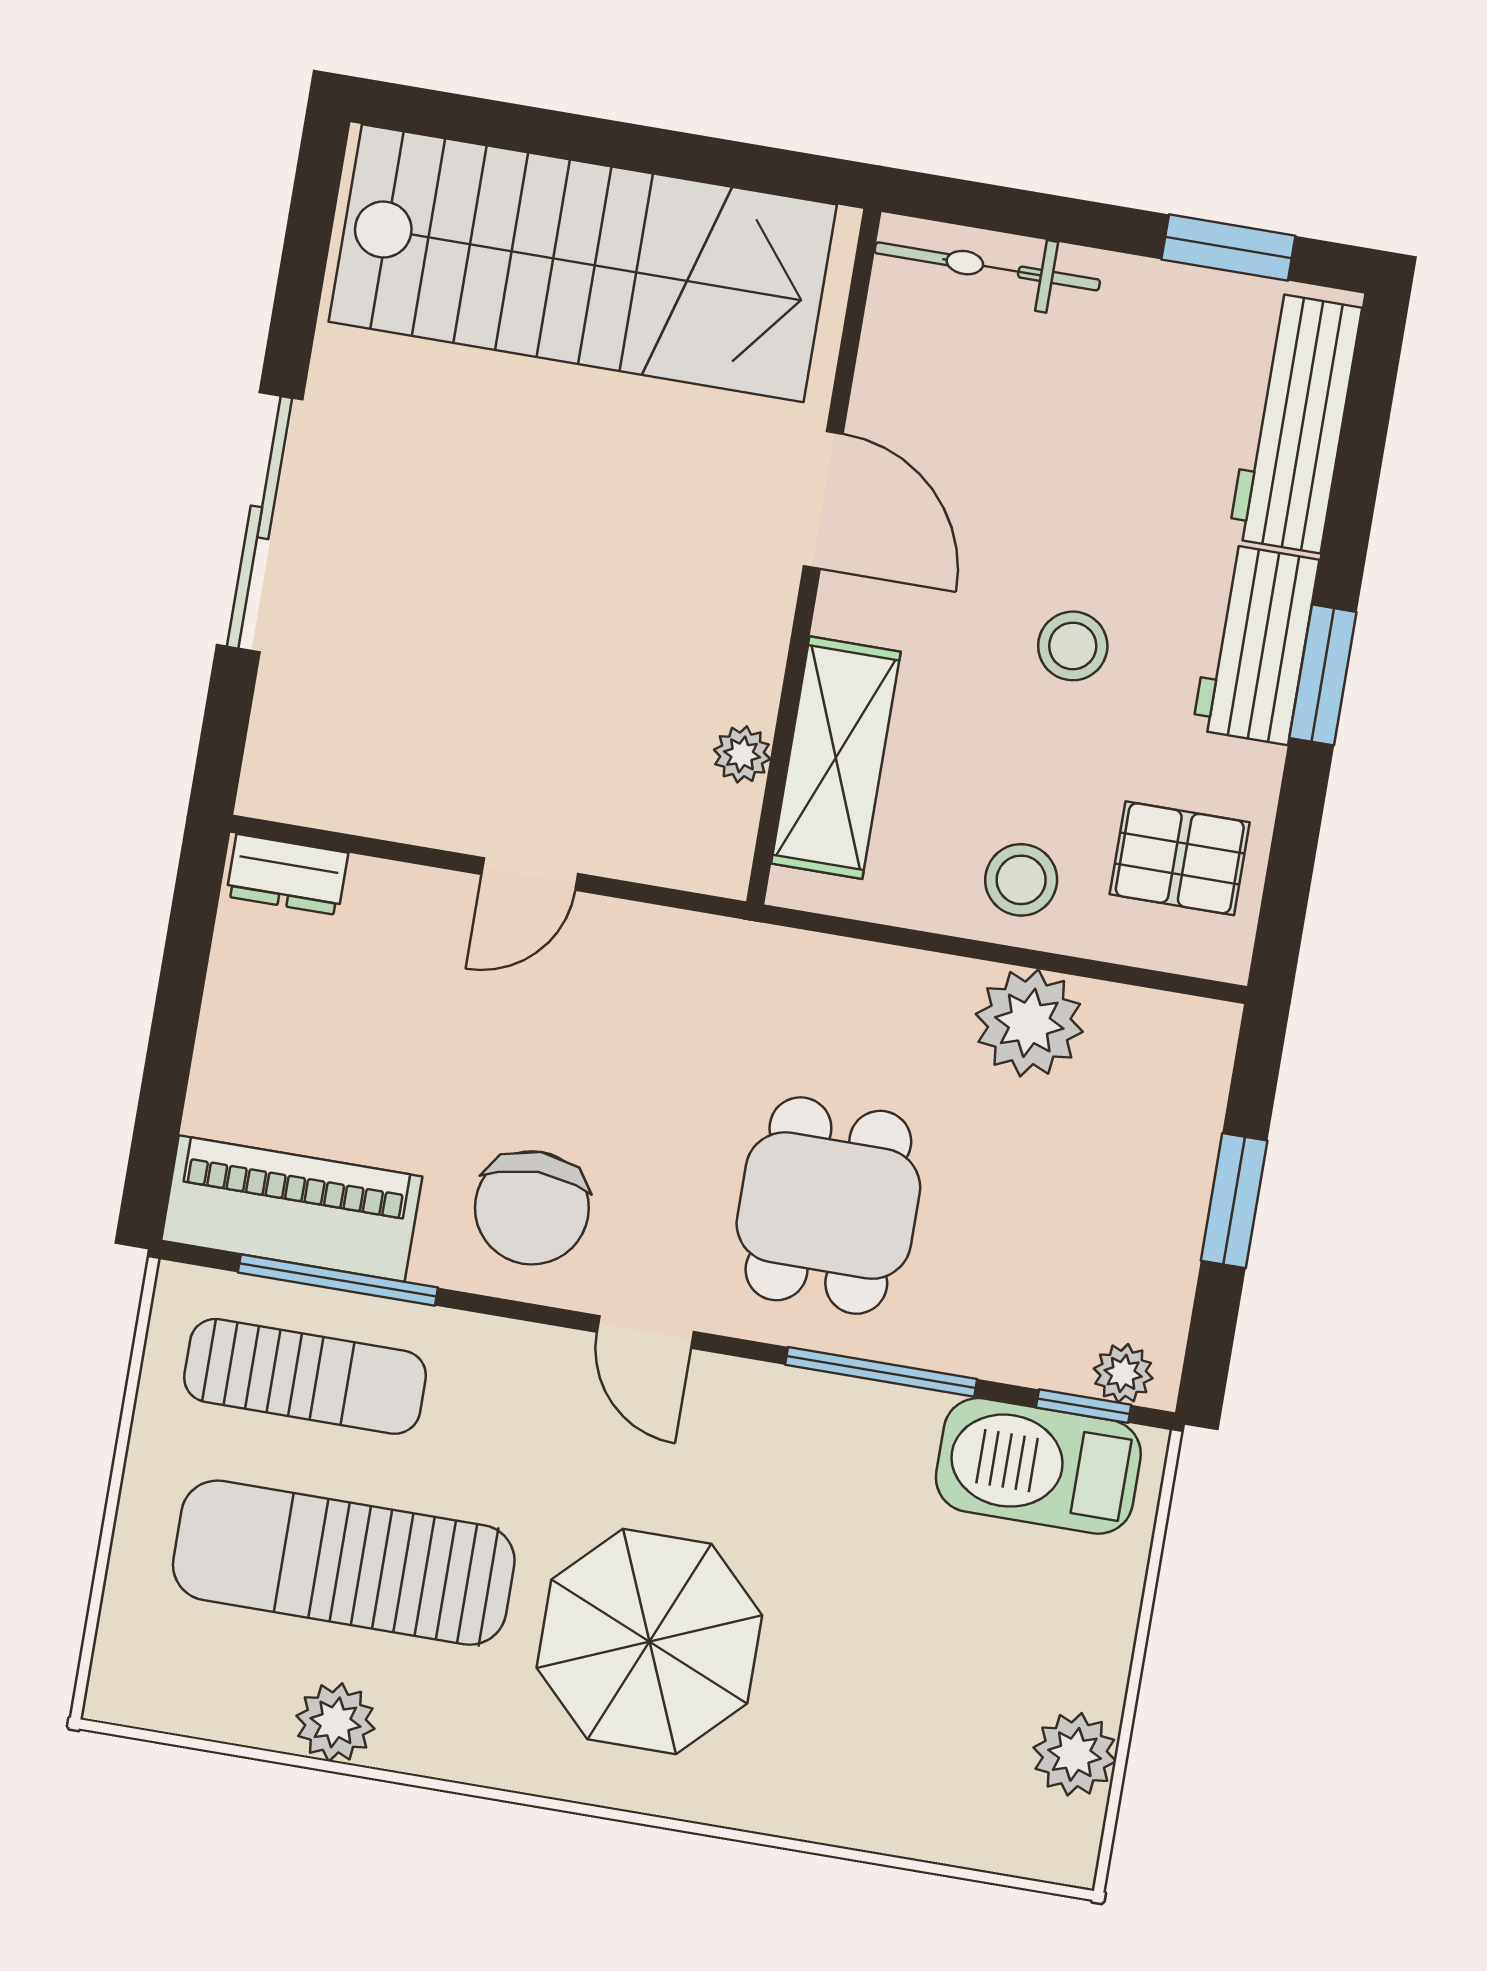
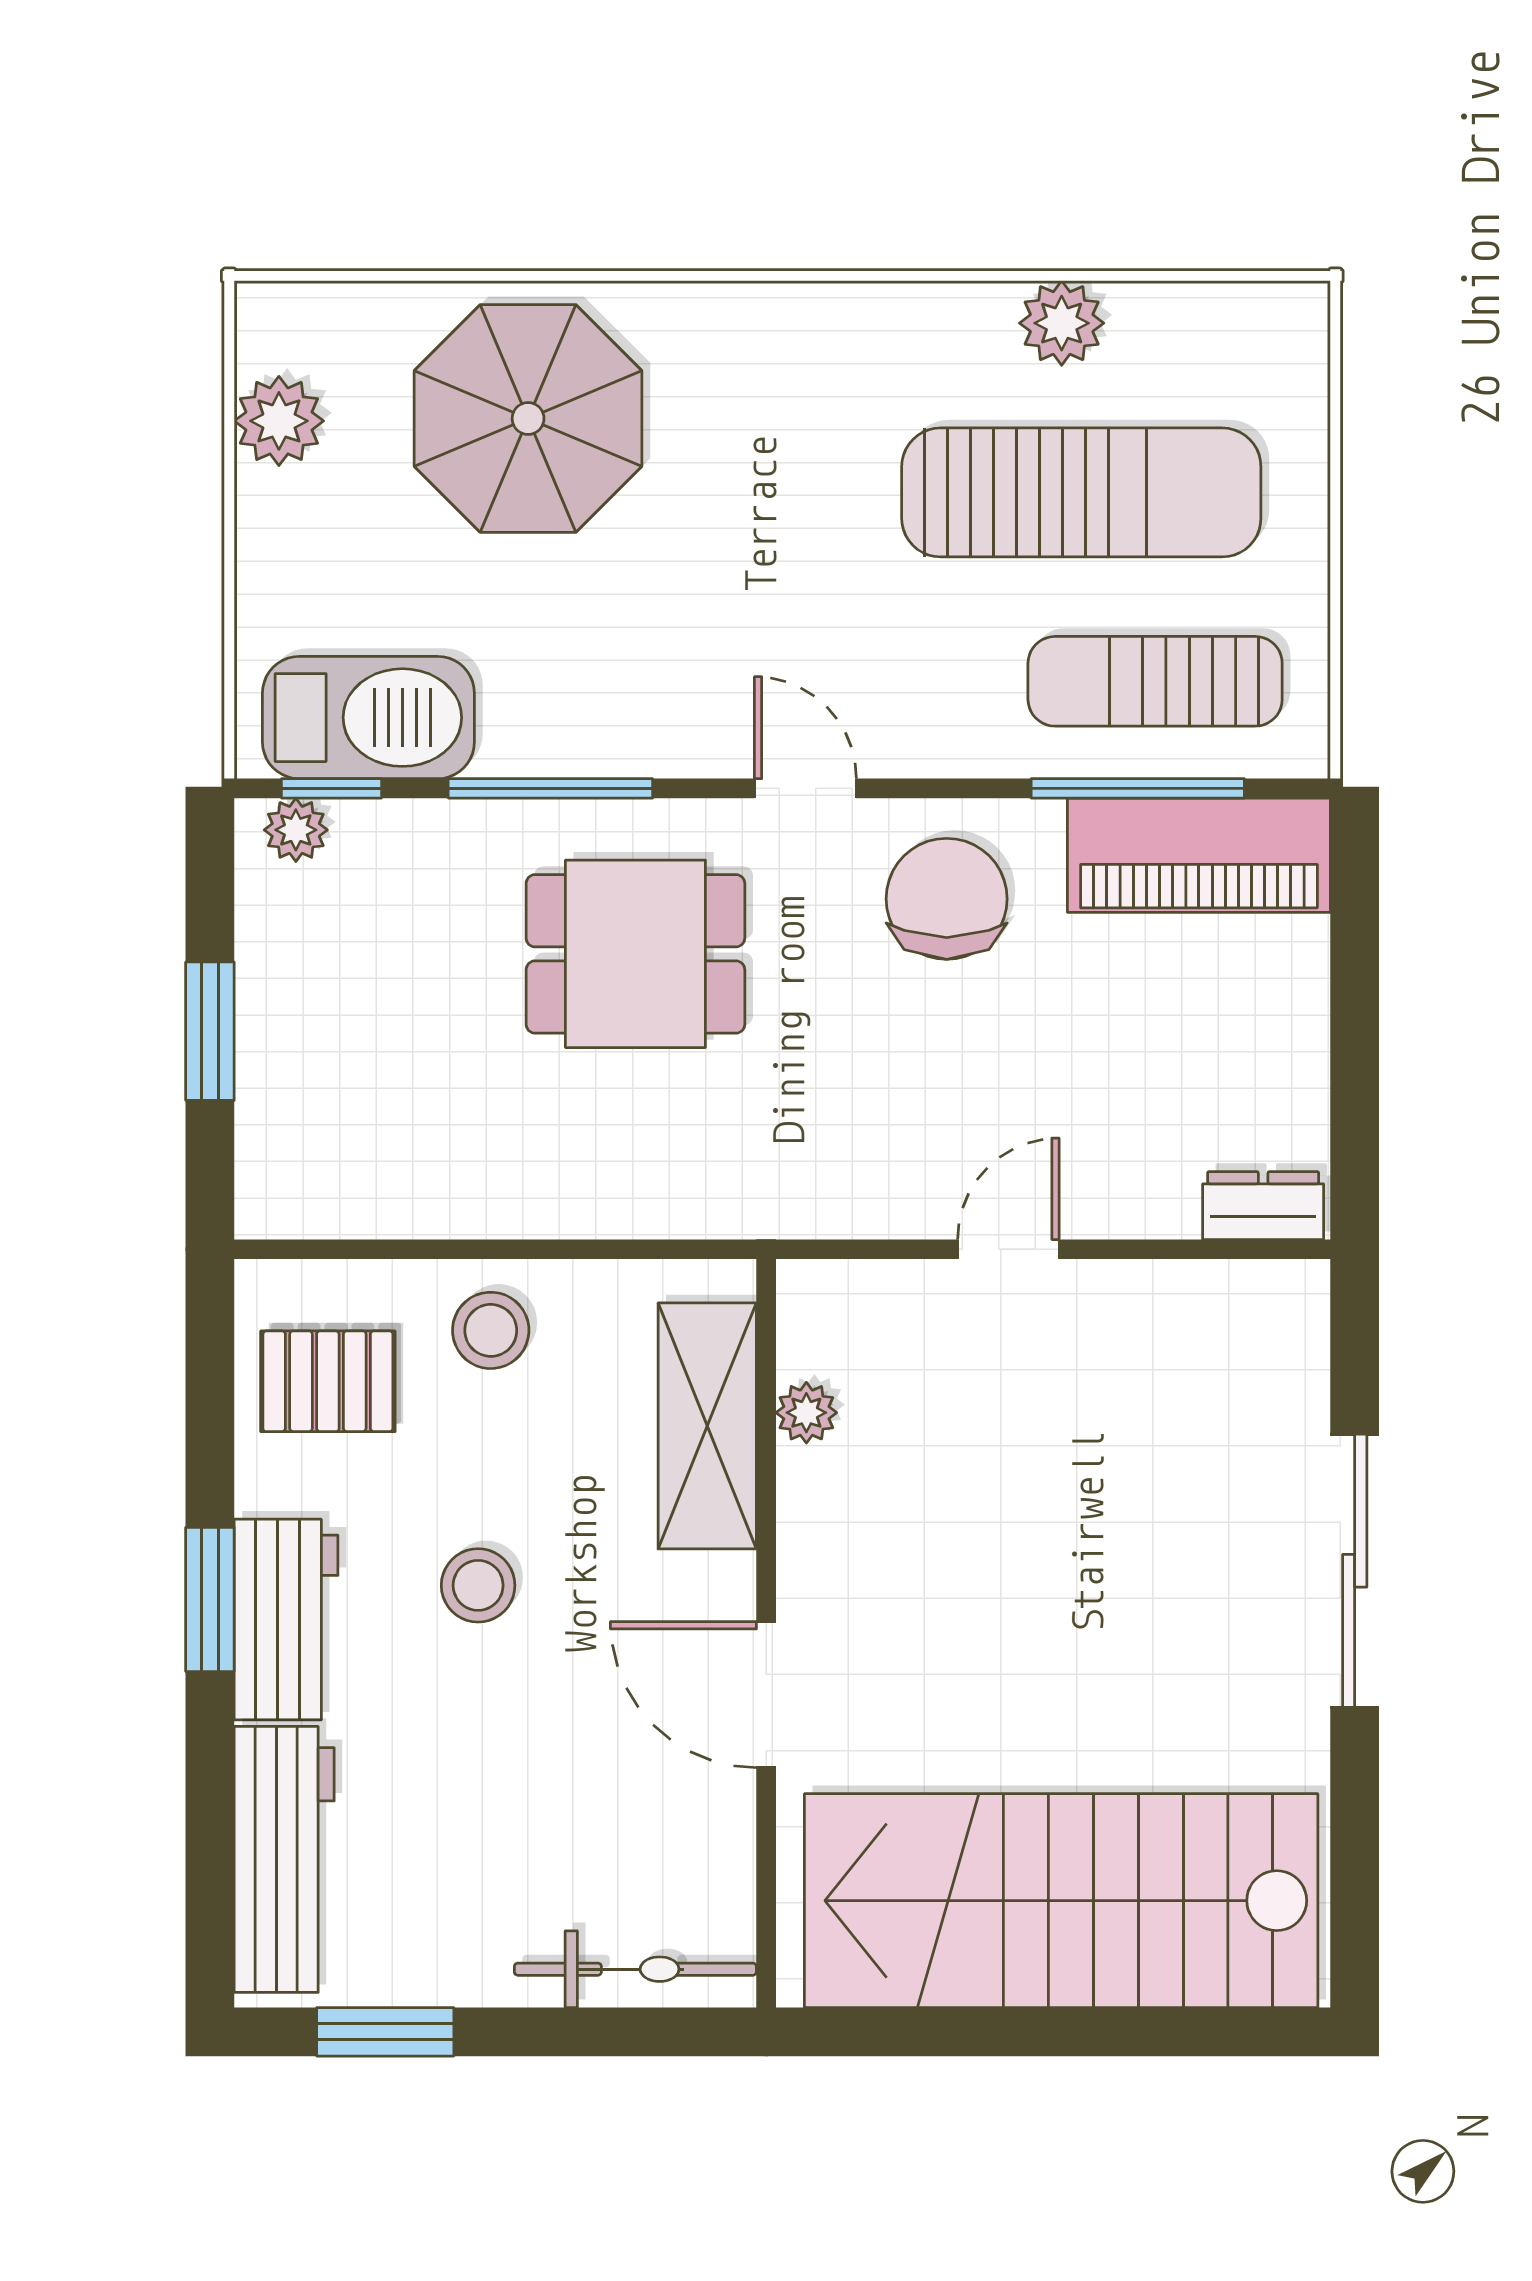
plant: (1029, 1023) -> (457, 1182), removed
dining table: (828, 1206) -> (635, 954), turned 90
parasol: (649, 1641) -> (528, 419), moved

